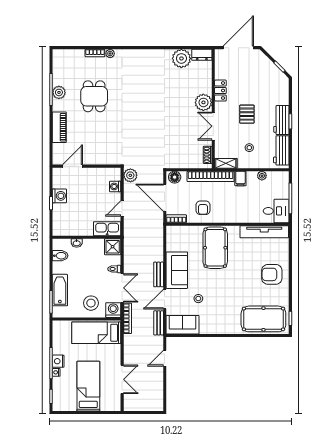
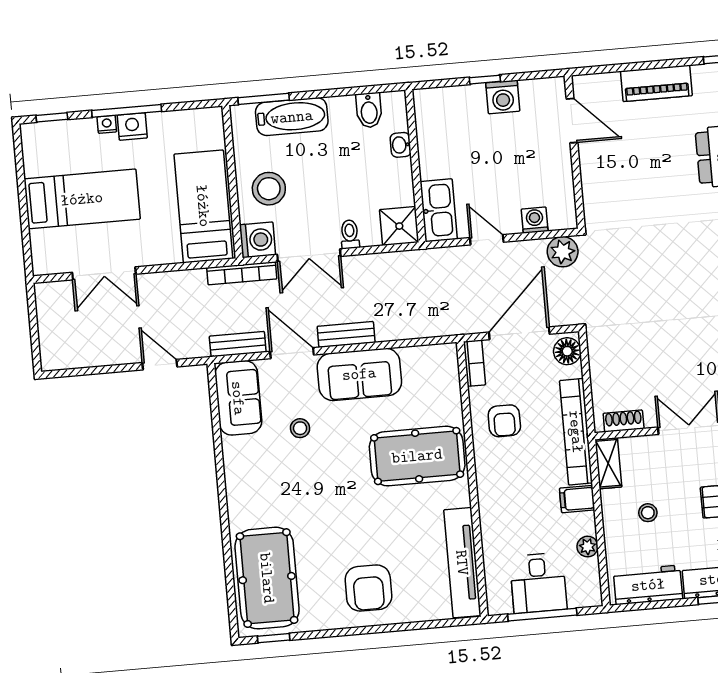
armchair: (203, 208) -> (504, 421), turned -90
desk: (276, 211) -> (538, 583), moved
armchair: (272, 274) -> (368, 588), turned 180

